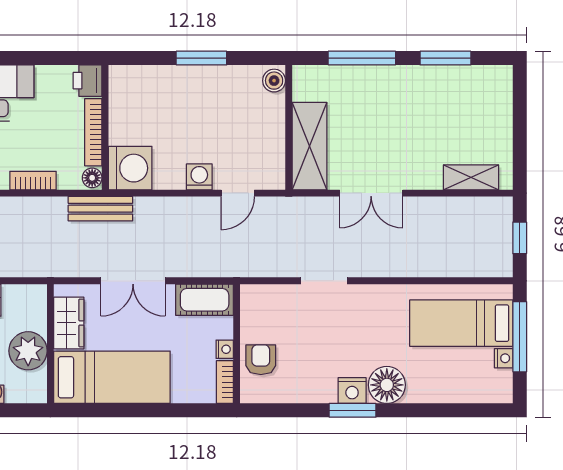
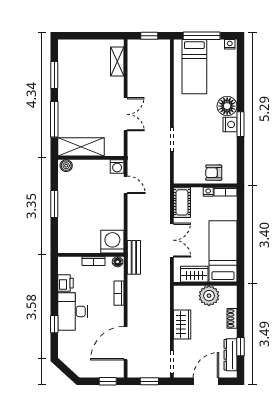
printer: (88, 81) -> (65, 283), moved, turned -90
bookcase: (93, 132) -> (93, 261), width x0.64
shelving: (309, 146) -> (81, 147), moved
washing machine: (199, 177) -> (117, 166), moved, turned -90
nightstand: (504, 358) -> (230, 44), moved

